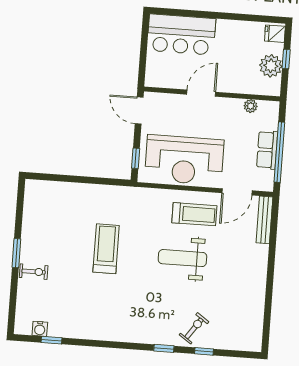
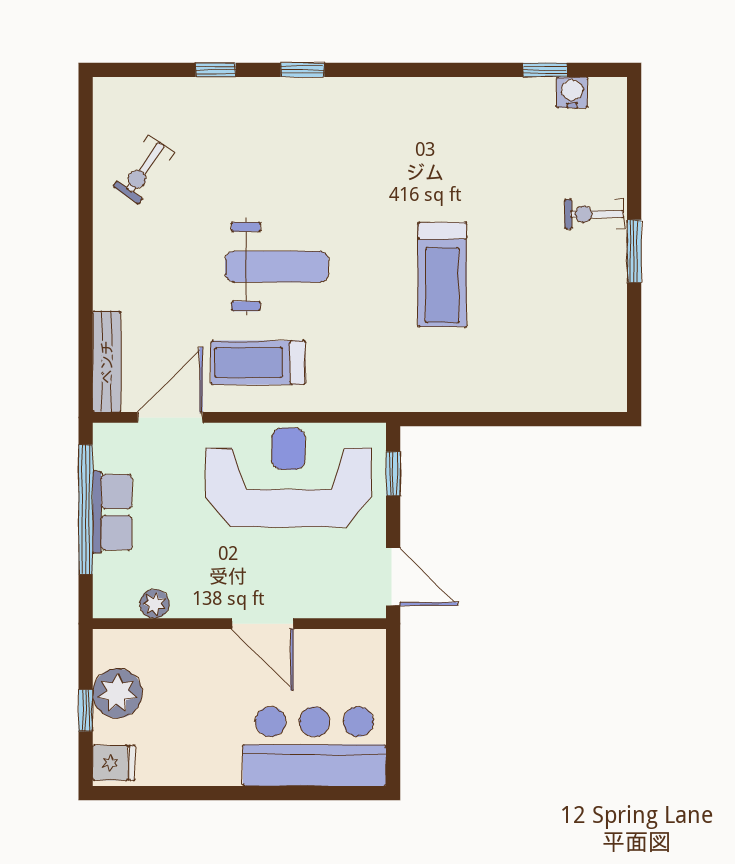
door: (201, 93) -> (263, 624), hinge flipped
exercise bike: (194, 328) -> (143, 170), moved

